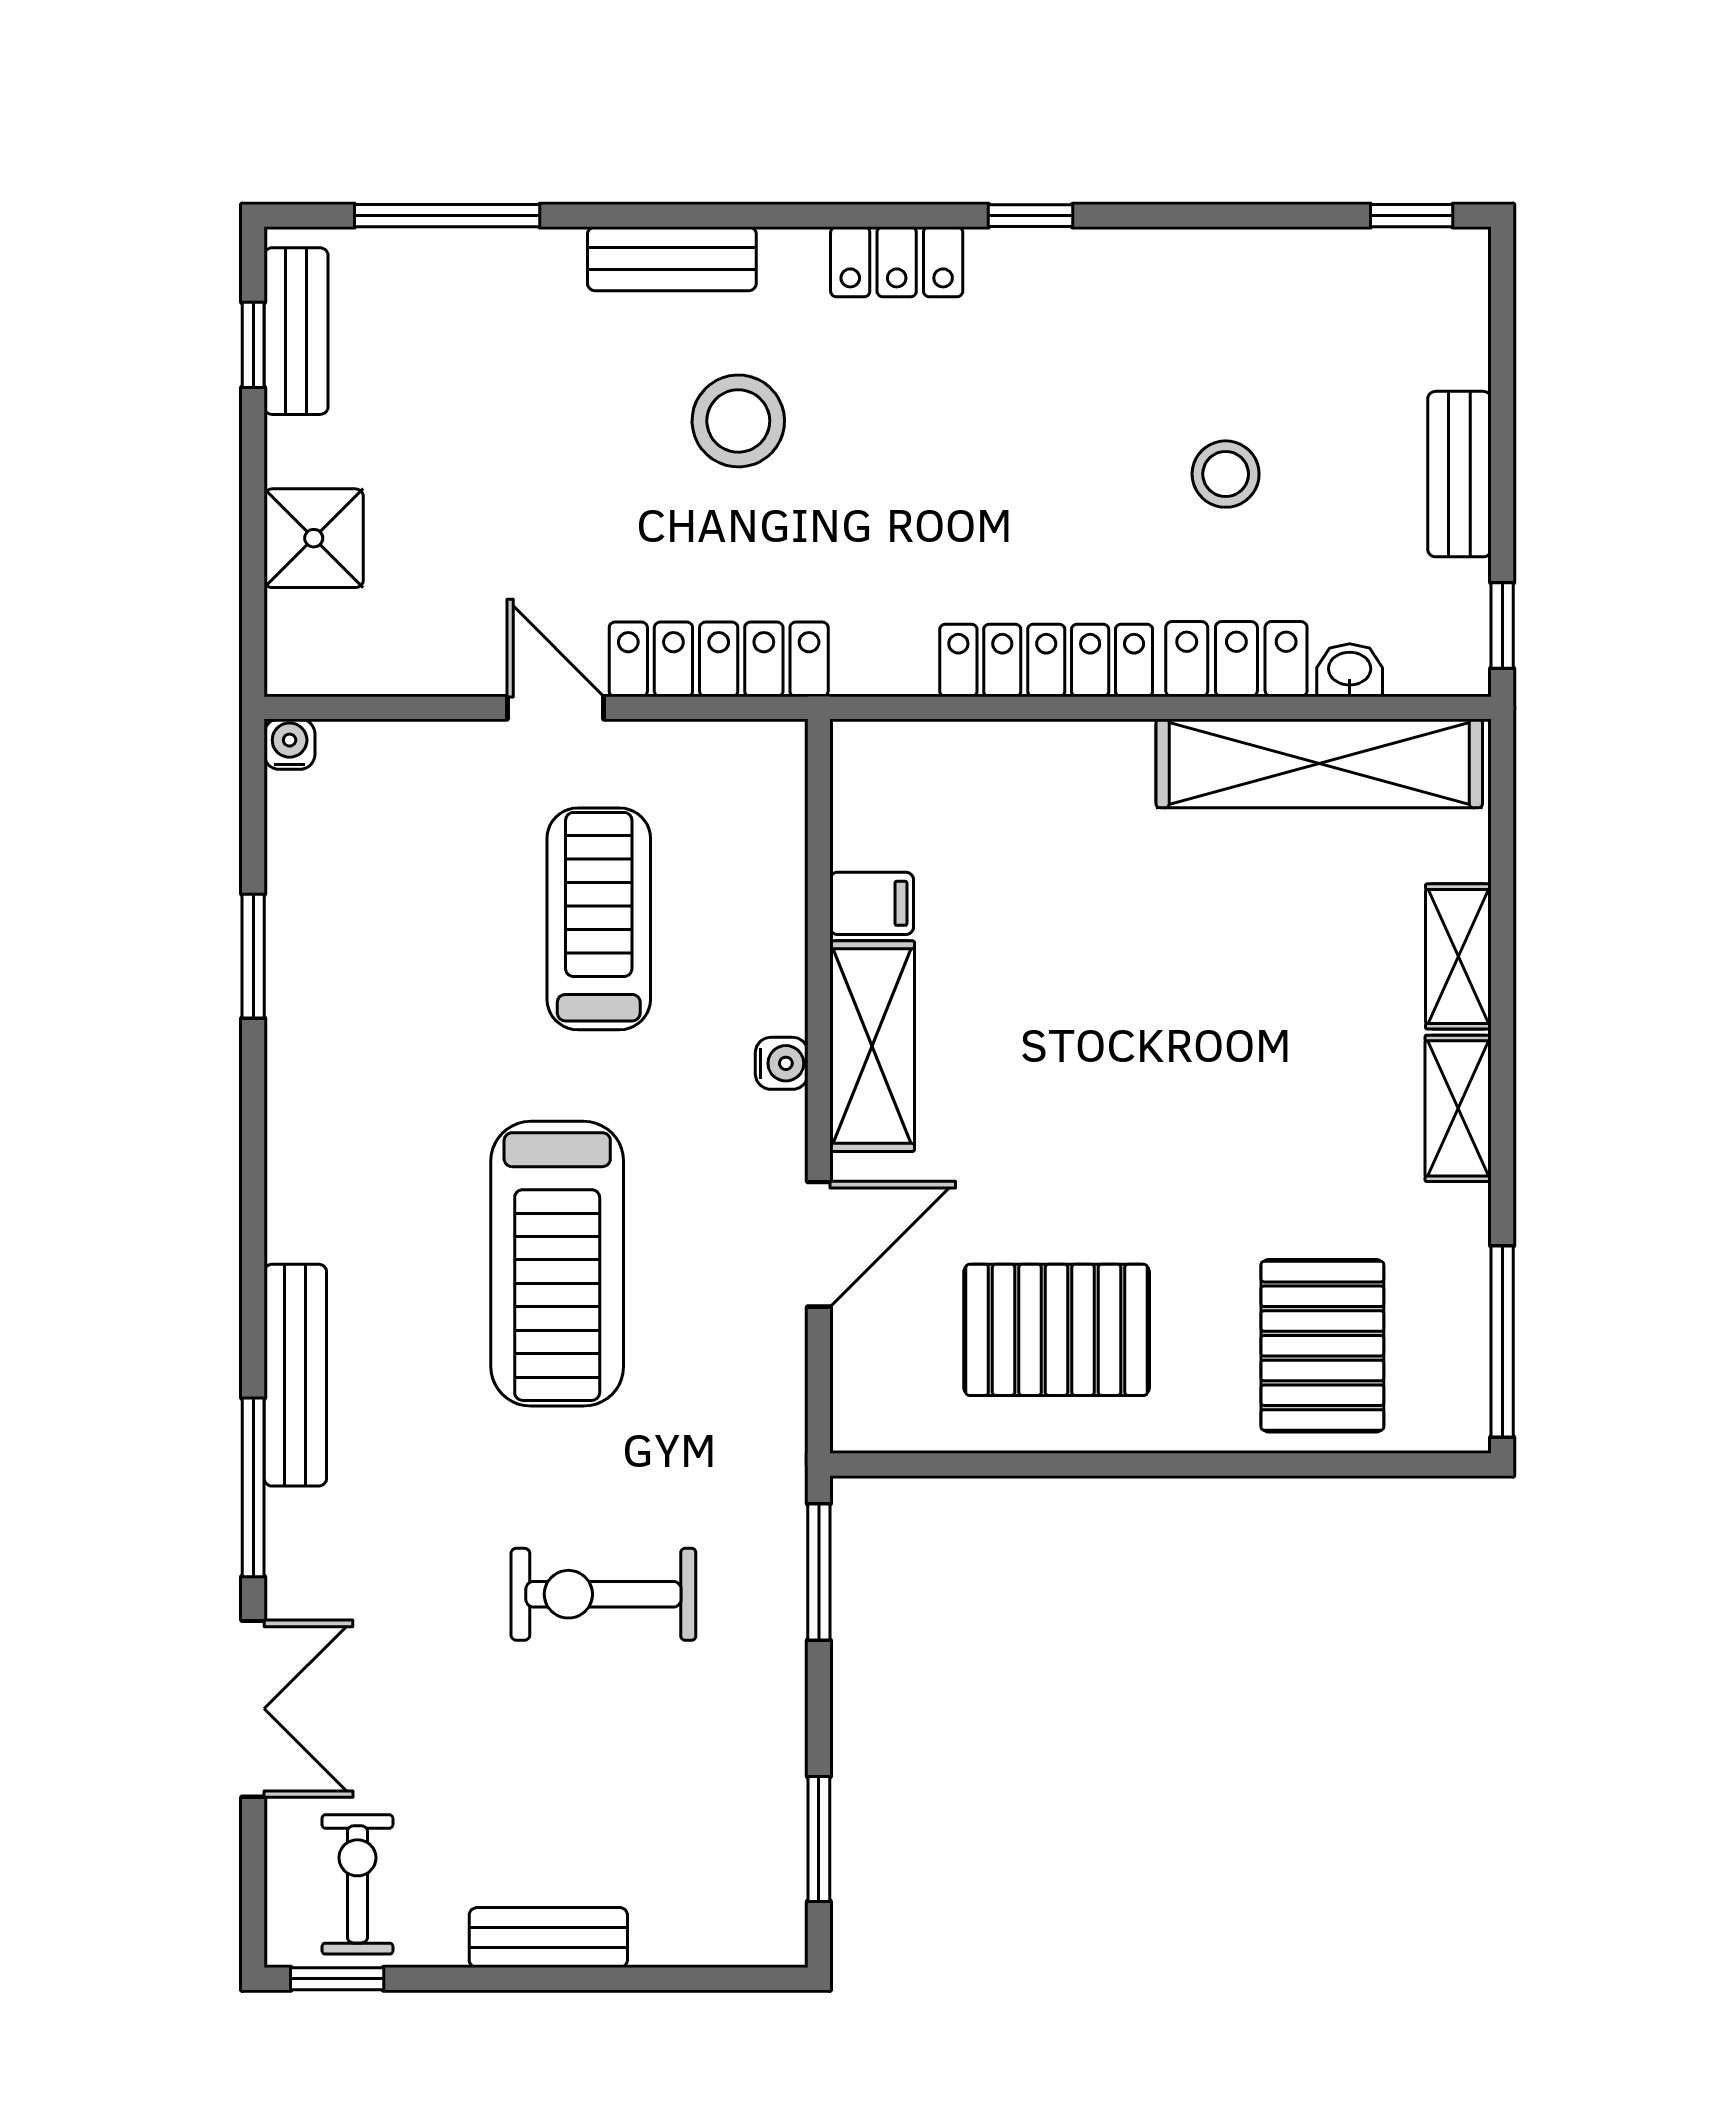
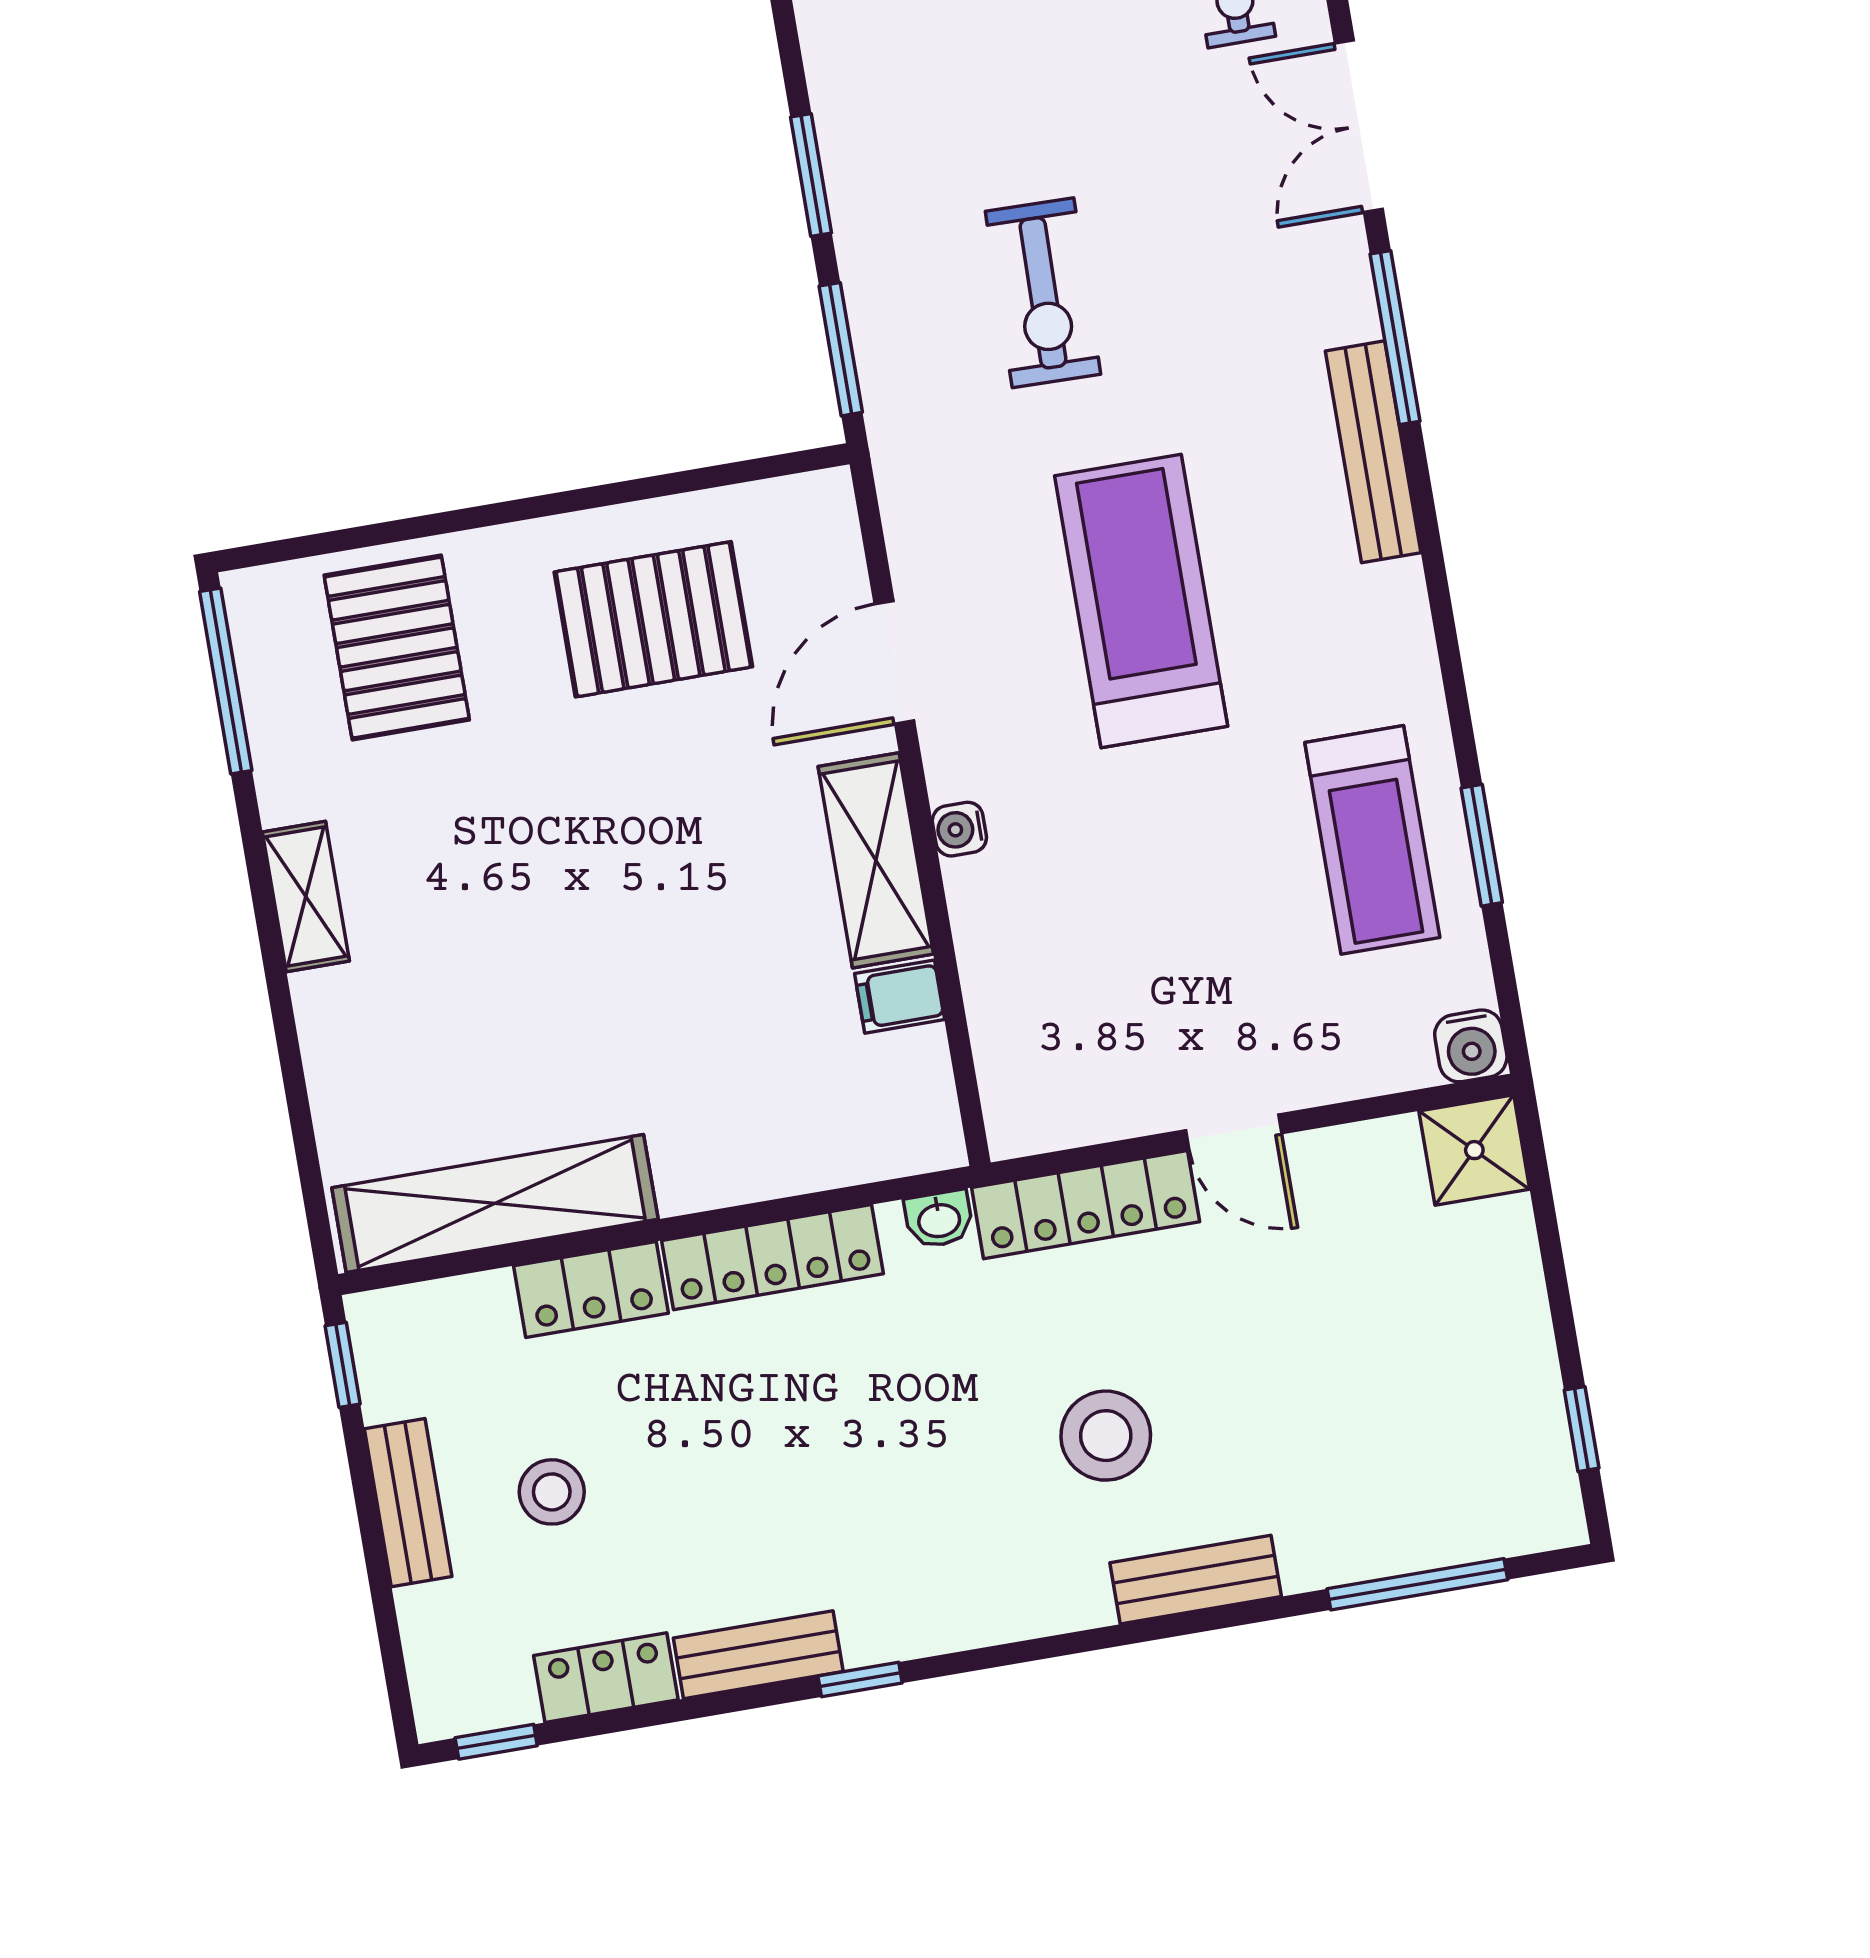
locker: (897, 262) -> (606, 1678), moved
bench: (296, 331) -> (758, 1655), moved, turned 90
stool: (1226, 474) -> (552, 1492), moved
shower: (314, 538) -> (1474, 1150), moved
washbasin: (1350, 670) -> (939, 1219), moved
water cooler: (290, 744) -> (1471, 1046), width x1.38, depth x1.38
treadmill: (599, 919) -> (1372, 840), moved
shelving: (1458, 956) -> (330, 1042), removed
exercise bike: (603, 1594) -> (1043, 293), turned 91
window: (819, 1839) -> (811, 175), moved

